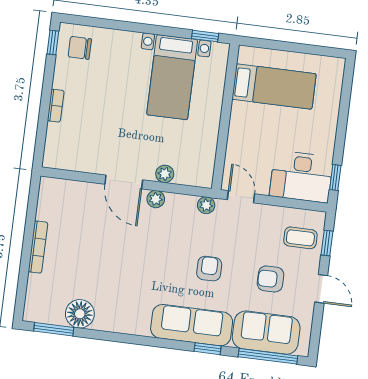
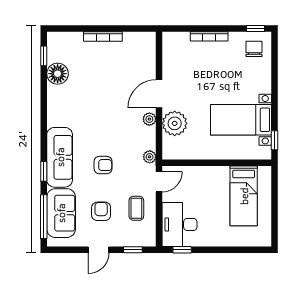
bookcase: (56, 106) -> (209, 36), width x1.56
plant: (165, 174) -> (175, 123), width x1.87, depth x1.87
coffee table: (300, 238) -> (136, 208), moved
window: (54, 329) -> (44, 56), width x0.67

